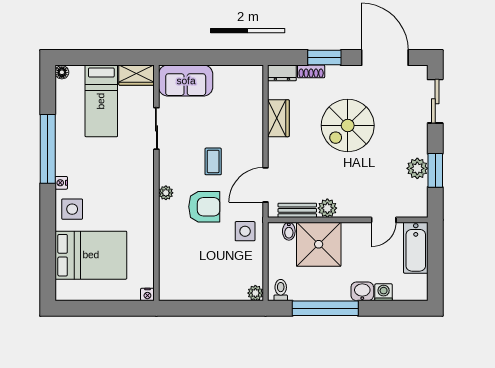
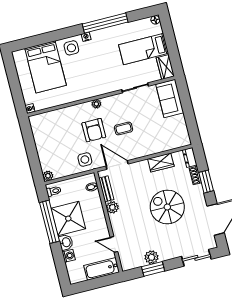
shower: (319, 244) -> (68, 219), moved

